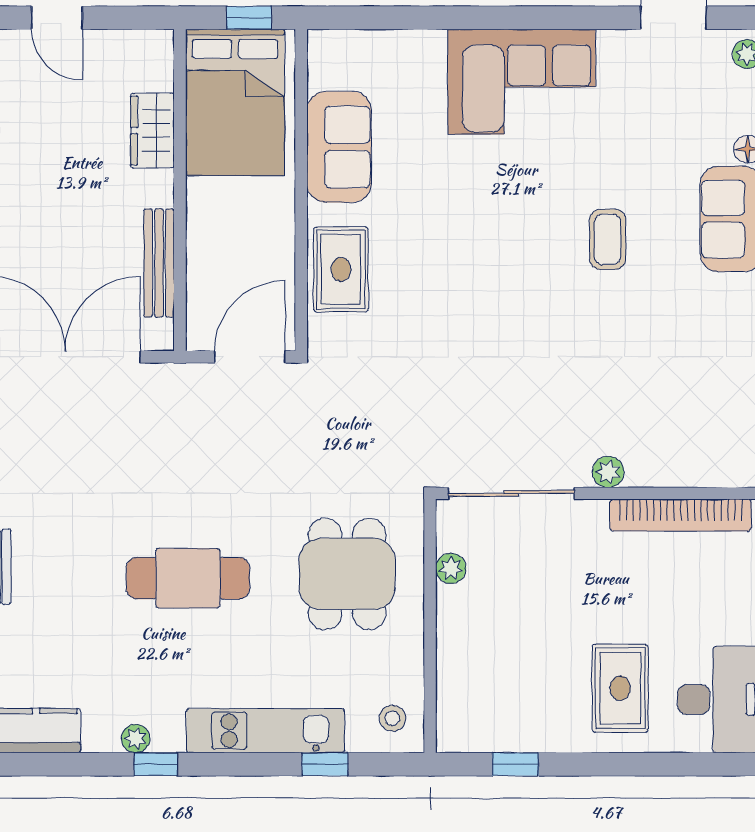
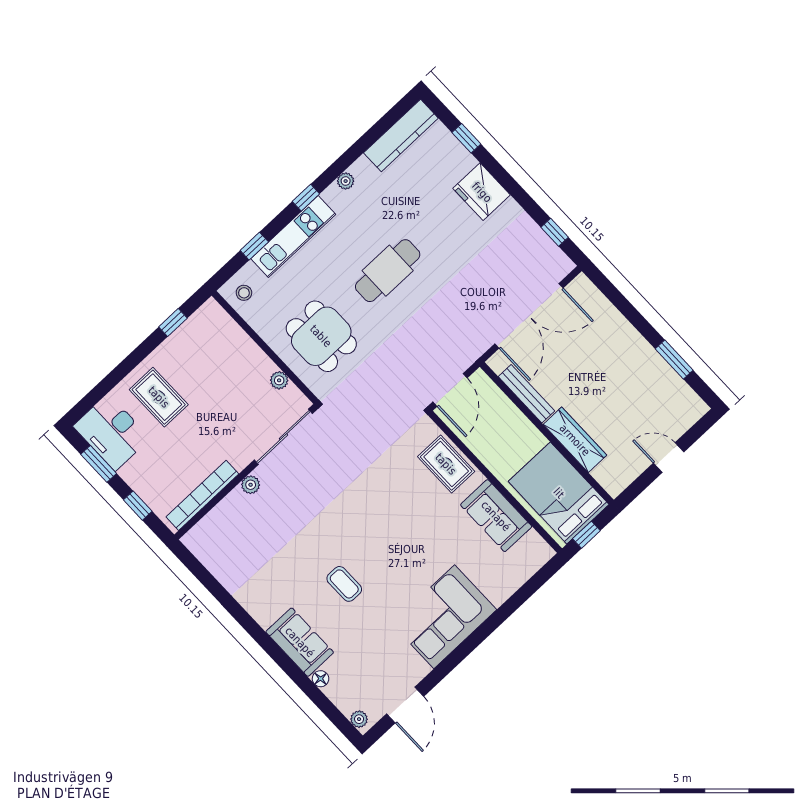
wardrobe: (152, 131) -> (575, 440), width x1.50
window: (156, 764) -> (306, 198), moved

